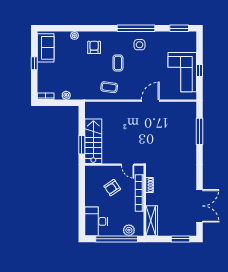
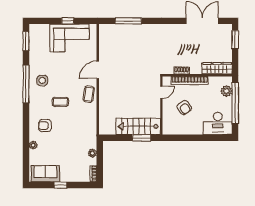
coffee table: (109, 87) -> (89, 94), moved
door: (150, 101) -> (98, 70), hinge flipped

